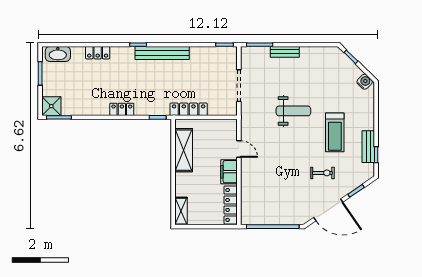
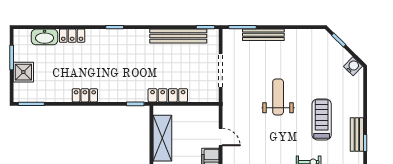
bench: (285, 52) -> (263, 35), width x1.36
bench: (162, 53) -> (178, 36), moved
washbasin: (58, 54) -> (45, 37), moved
shower: (51, 106) -> (23, 72), moved
locker: (122, 109) -> (85, 95), moved
weight bench: (293, 111) -> (278, 97), turned -90
treadmill: (335, 132) -> (322, 119), turned 180

